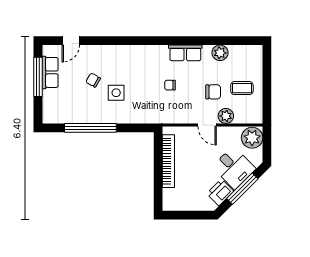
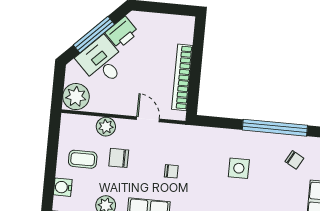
water cooler: (256, 64) -> (63, 187), added
chair: (93, 80) -> (294, 160), moved
door: (207, 125) -> (148, 119), moved

